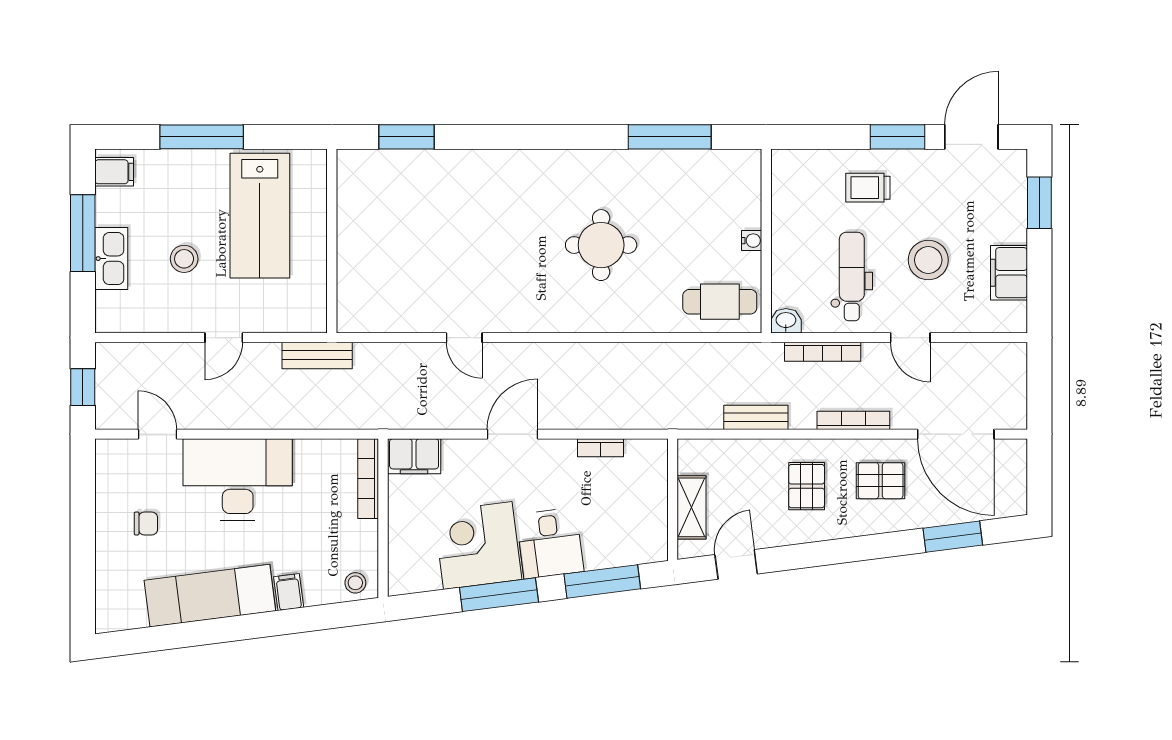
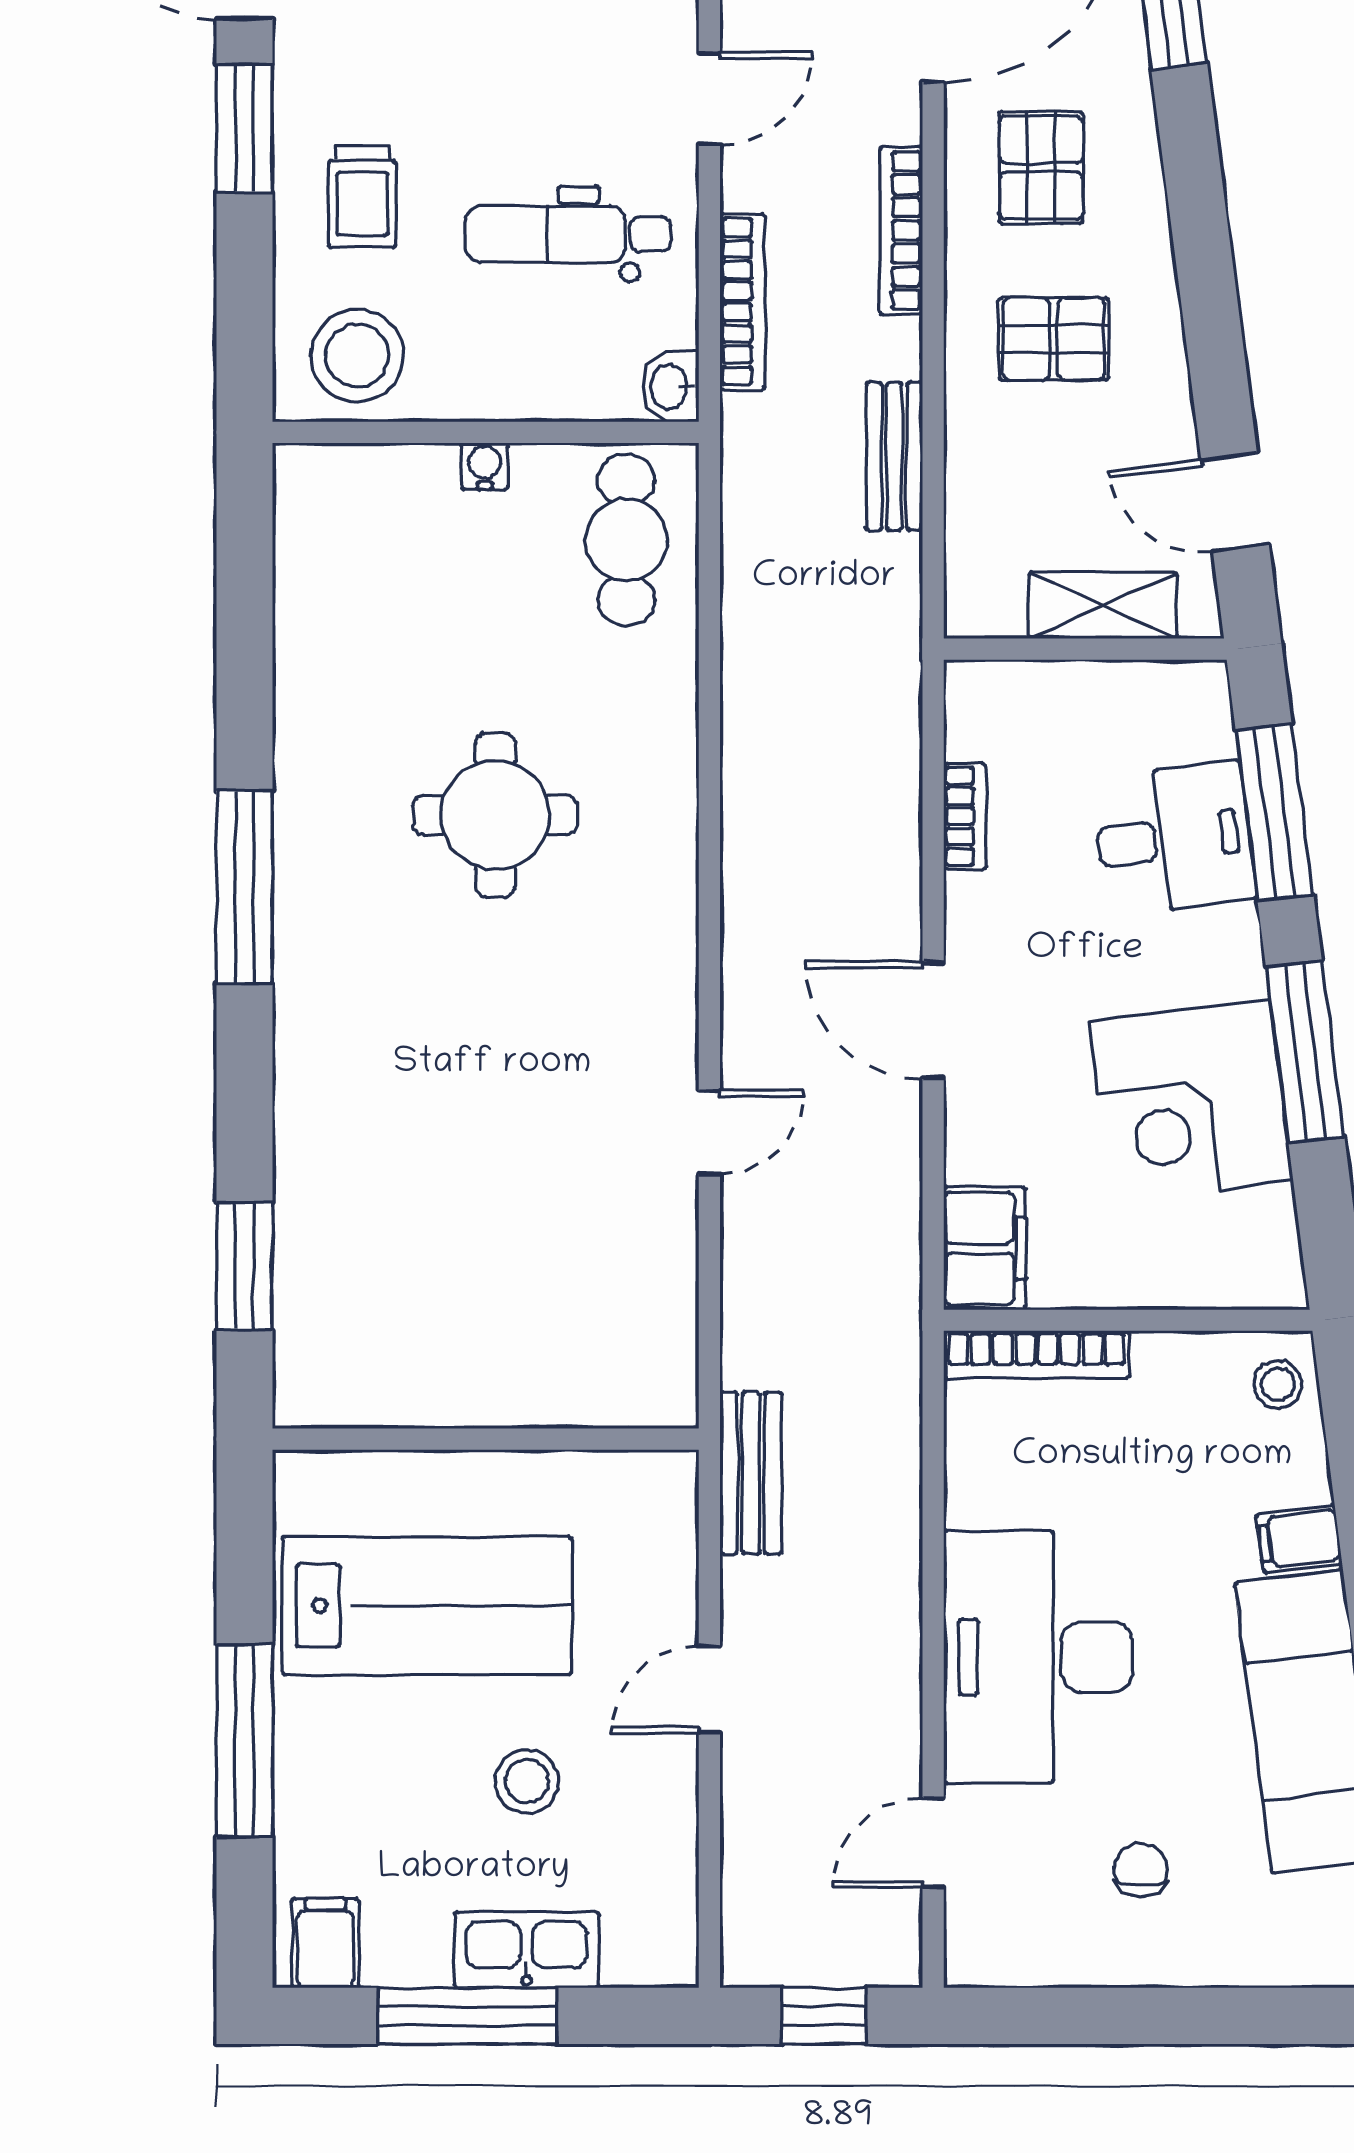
window: (670, 137) -> (244, 887), moved
stool: (928, 260) -> (357, 355), moved
door: (224, 338) -> (709, 1689), swing flipped
desk: (550, 543) -> (1174, 839), moved

